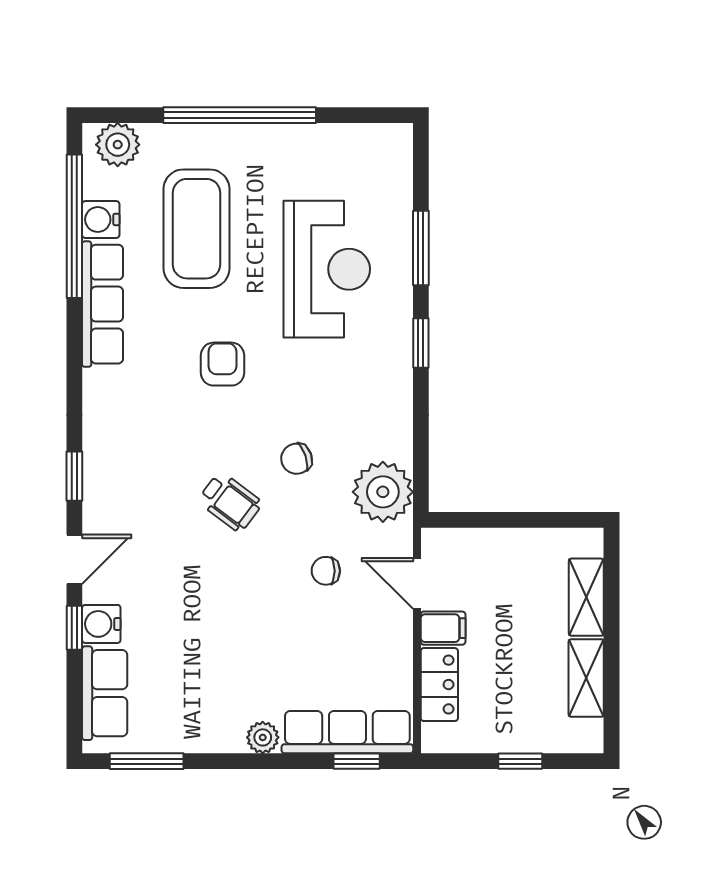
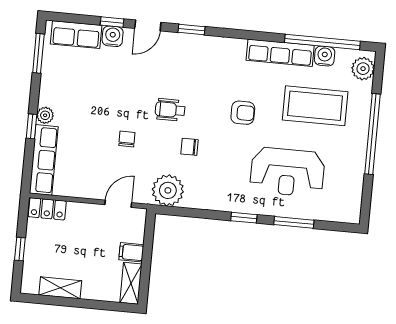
chair: (297, 459) -> (190, 147), turned -71
wheelchair: (230, 502) -> (170, 110), turned 53
door: (74, 559) -> (148, 25), hinge flipped
chair: (326, 571) -> (127, 139), moved
shelving: (586, 597) -> (131, 283), moved, turned 90
filing cabinet: (443, 628) -> (131, 252), moved, turned 90
locker: (439, 685) -> (47, 209), moved
window: (357, 761) -> (32, 126), moved

